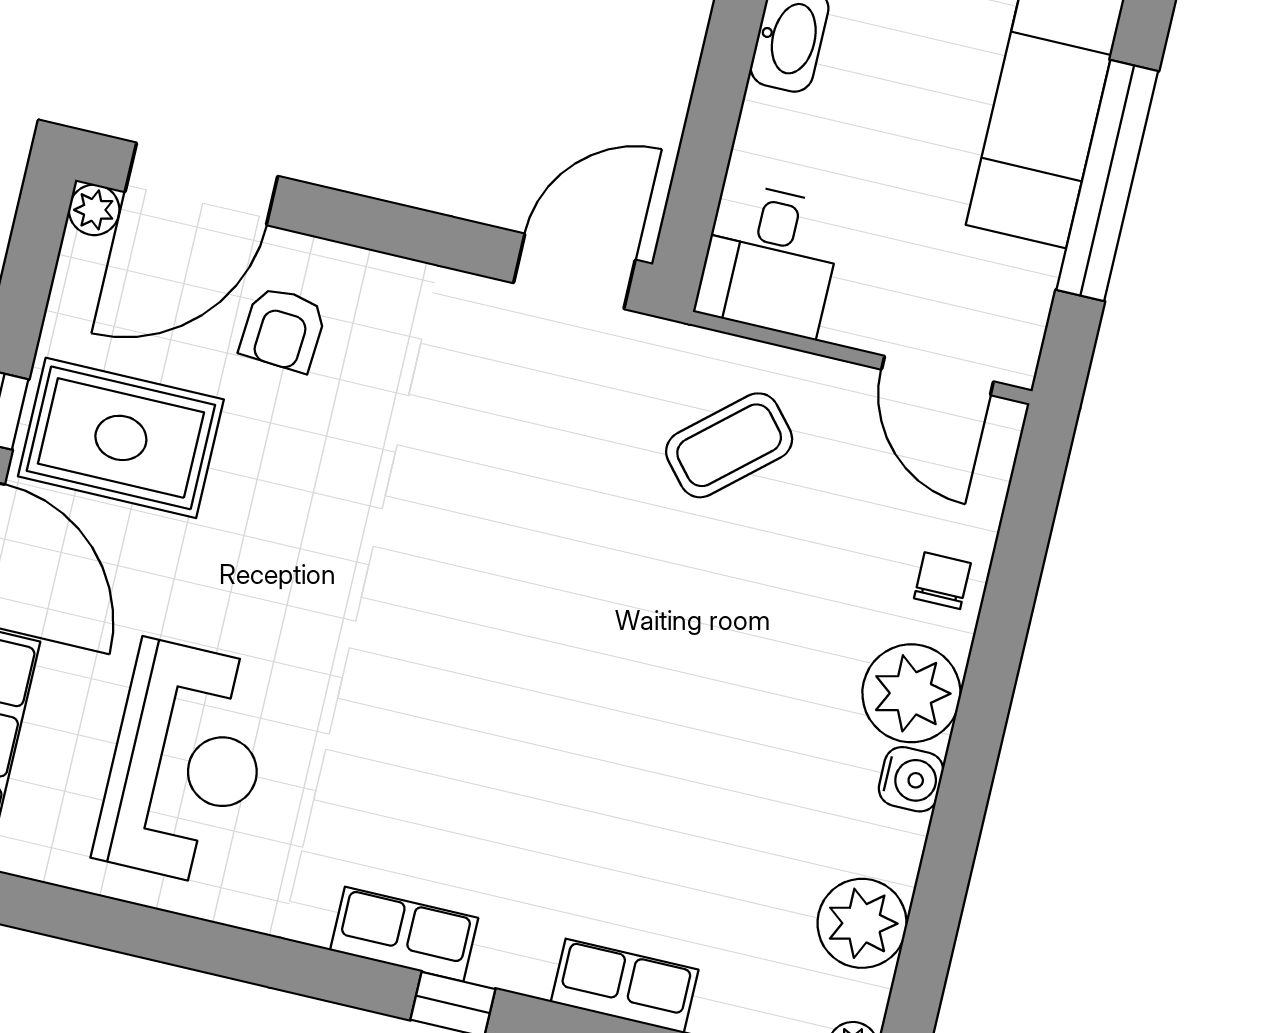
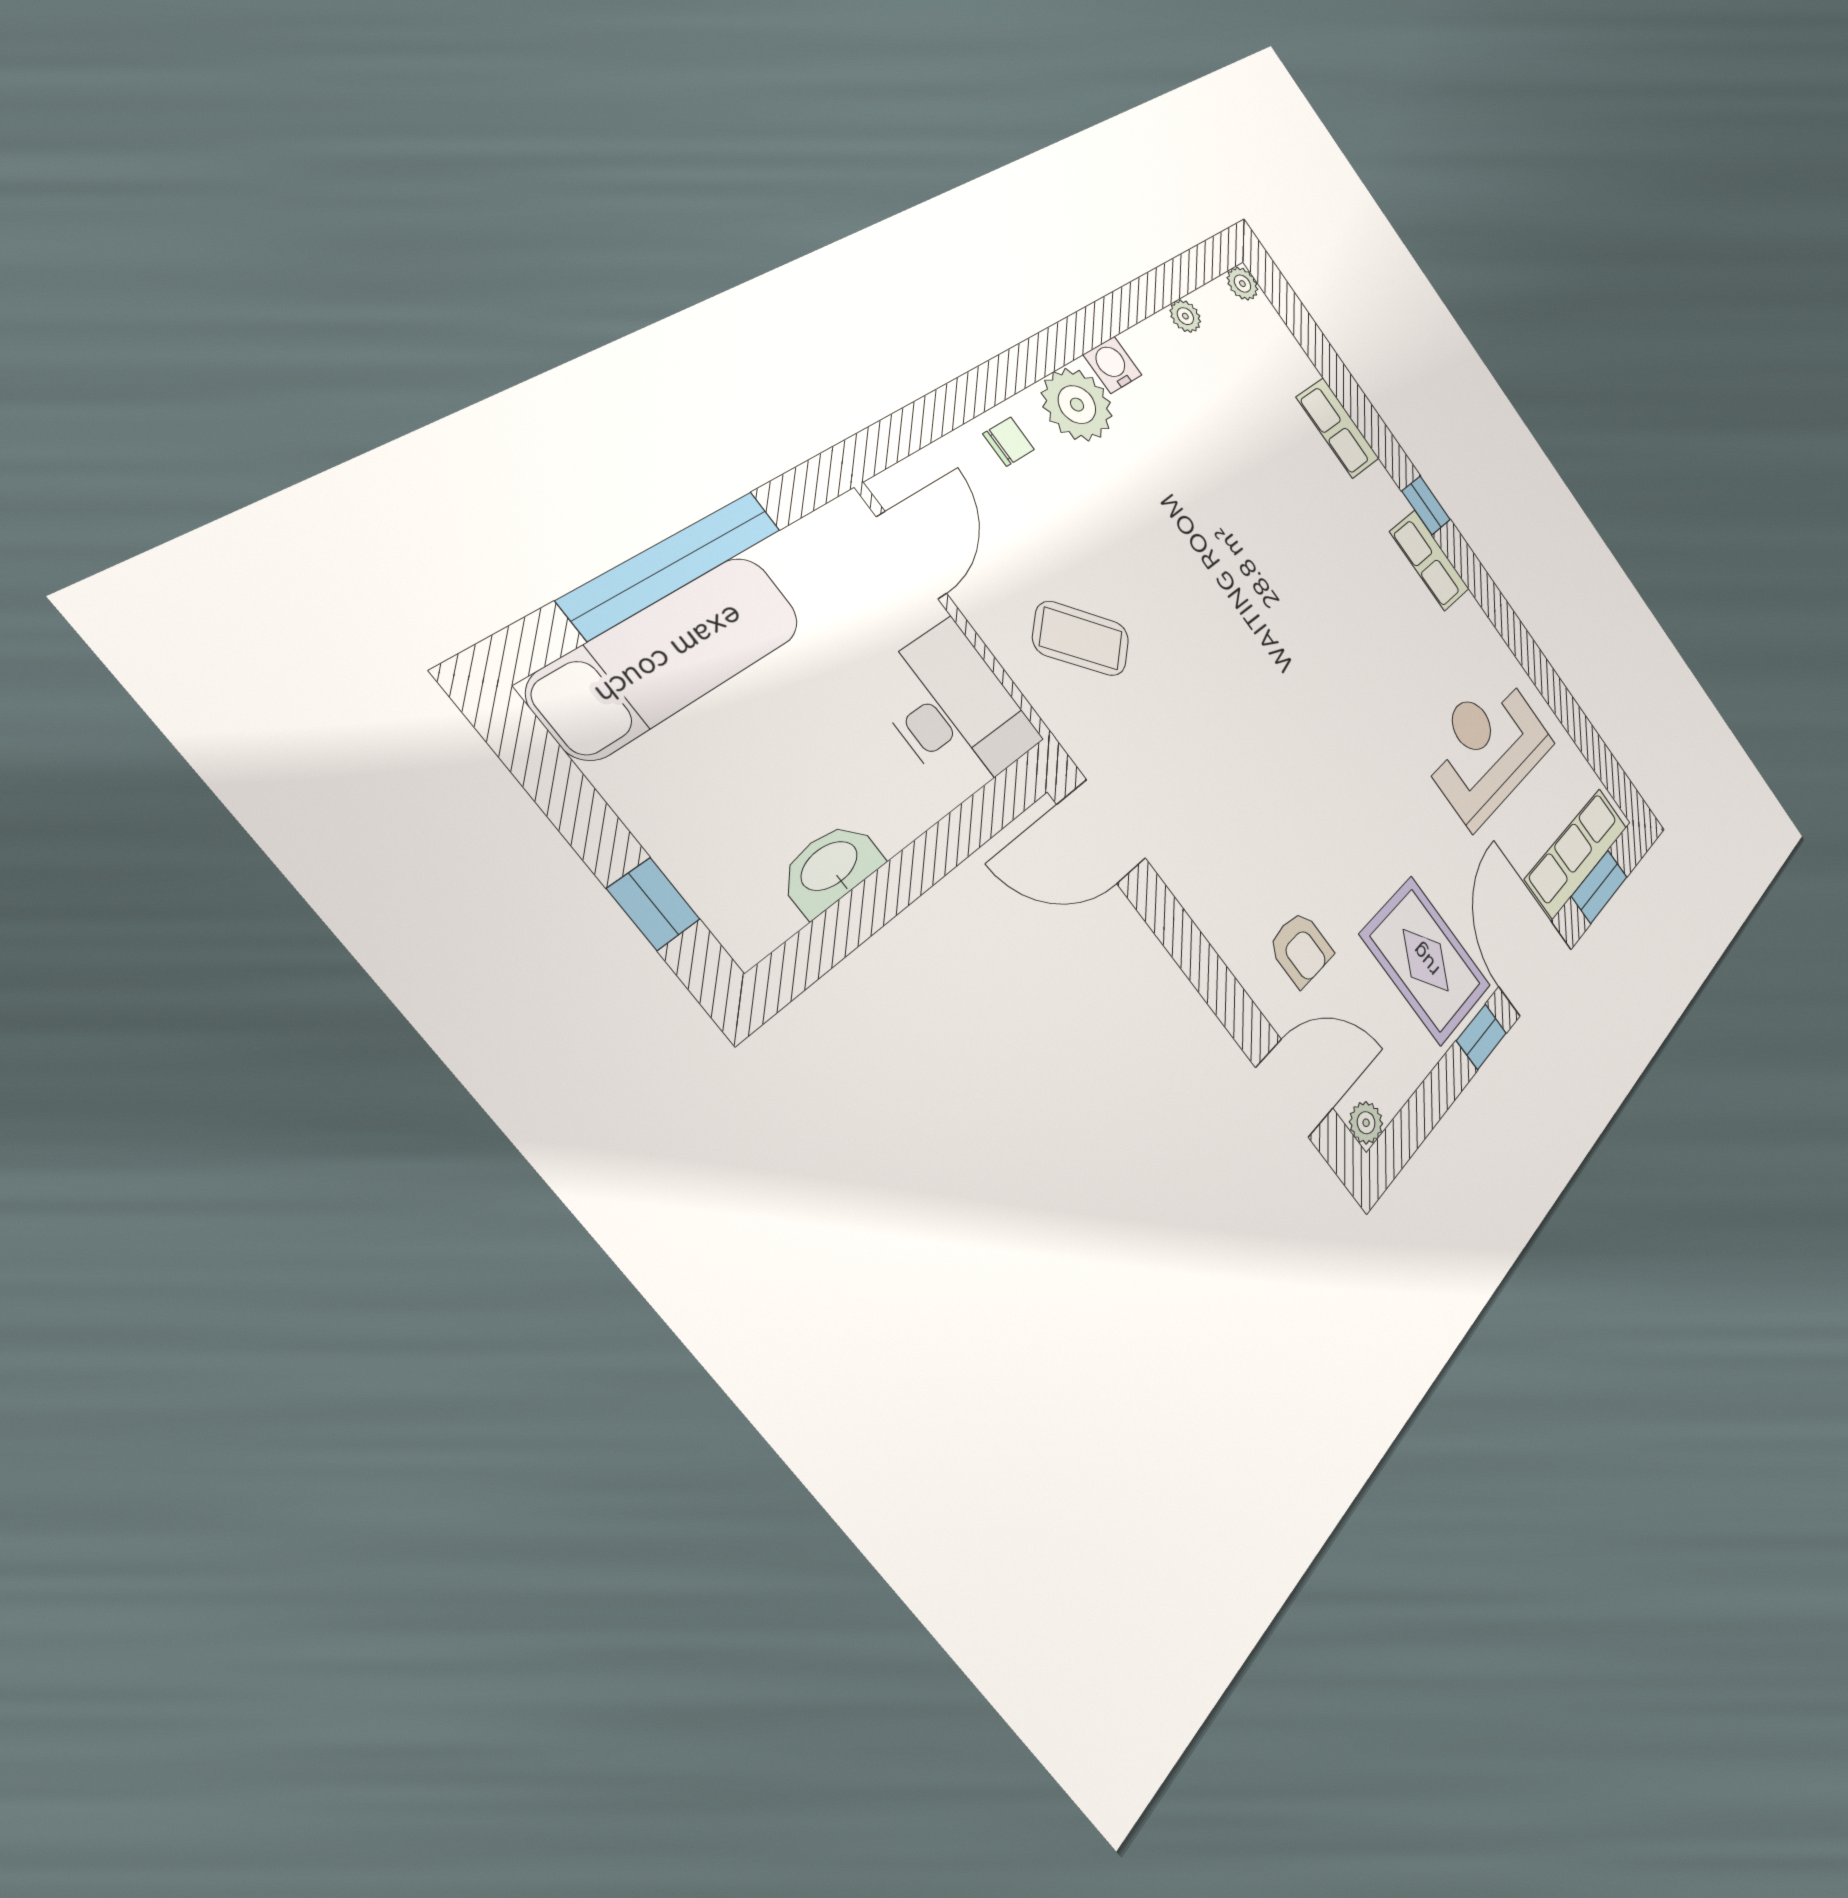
door: (201, 184) -> (1295, 1088), width x0.73
desk: (770, 260) -> (954, 710), width x1.37
armchair: (283, 329) -> (1301, 949), turned 86
chair: (942, 581) -> (1009, 442), turned 180
plant: (862, 923) -> (1185, 316), width x0.53, depth x0.53

